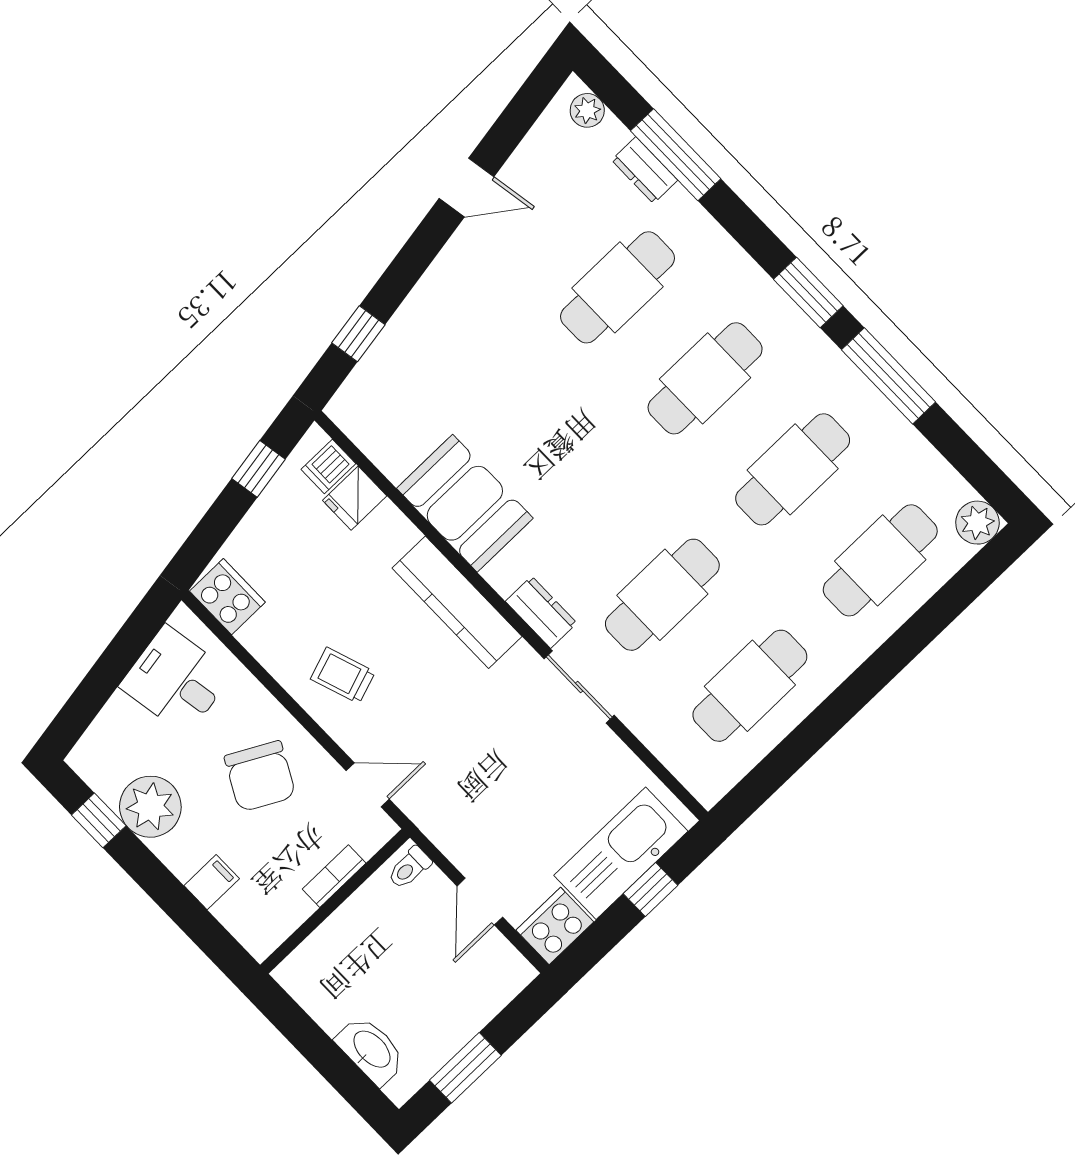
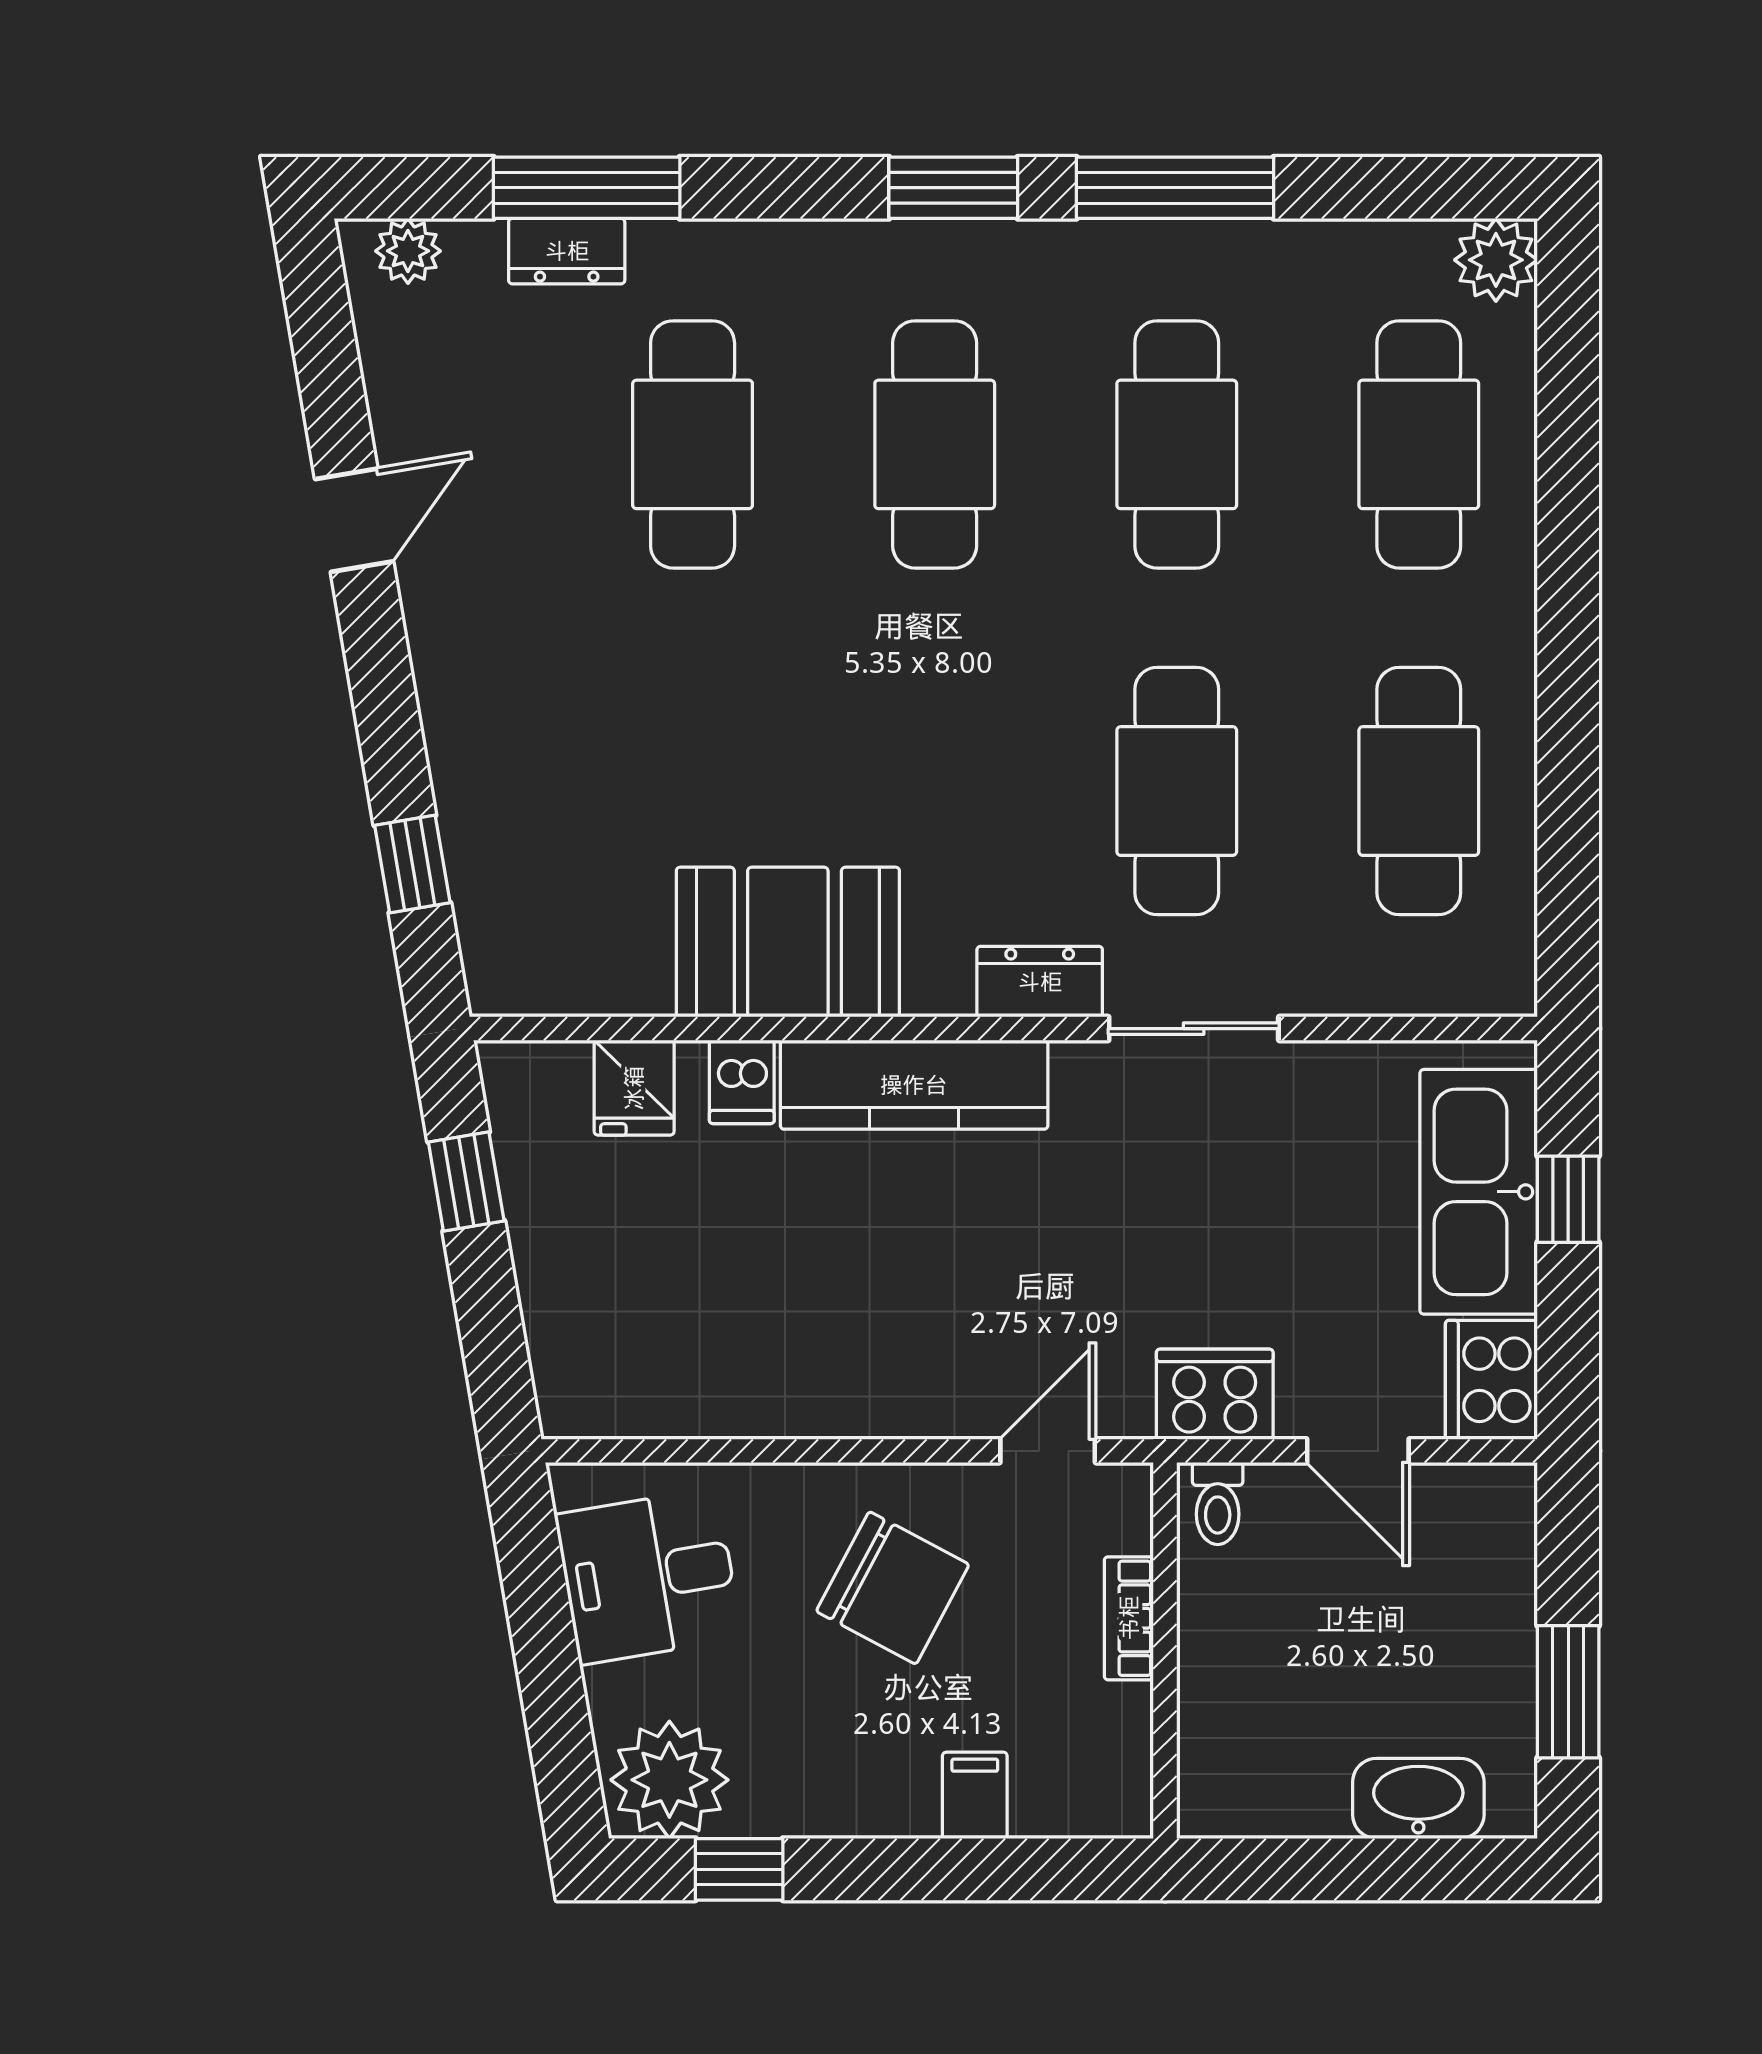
dishwasher: (328, 466) -> (742, 1082), moved
cooker: (227, 597) -> (1215, 1394), moved
trolley: (343, 675) -> (864, 1340), removed
plant: (150, 807) -> (669, 1780), moved

